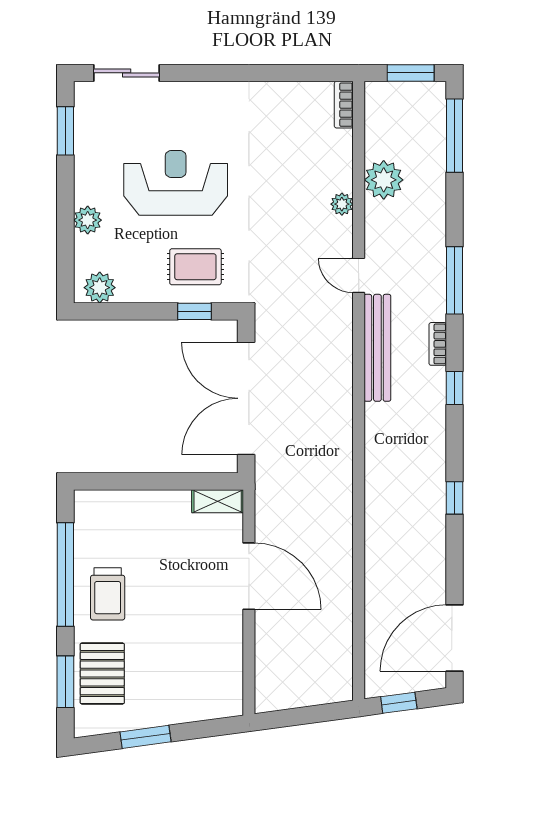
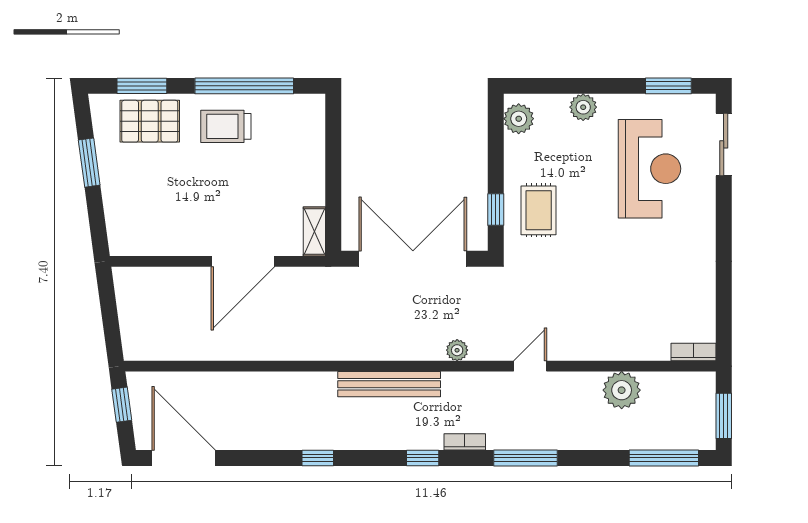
reception desk: (176, 183) -> (650, 169), moved
plant: (342, 204) -> (457, 350), moved
bench: (377, 348) -> (389, 384), moved

